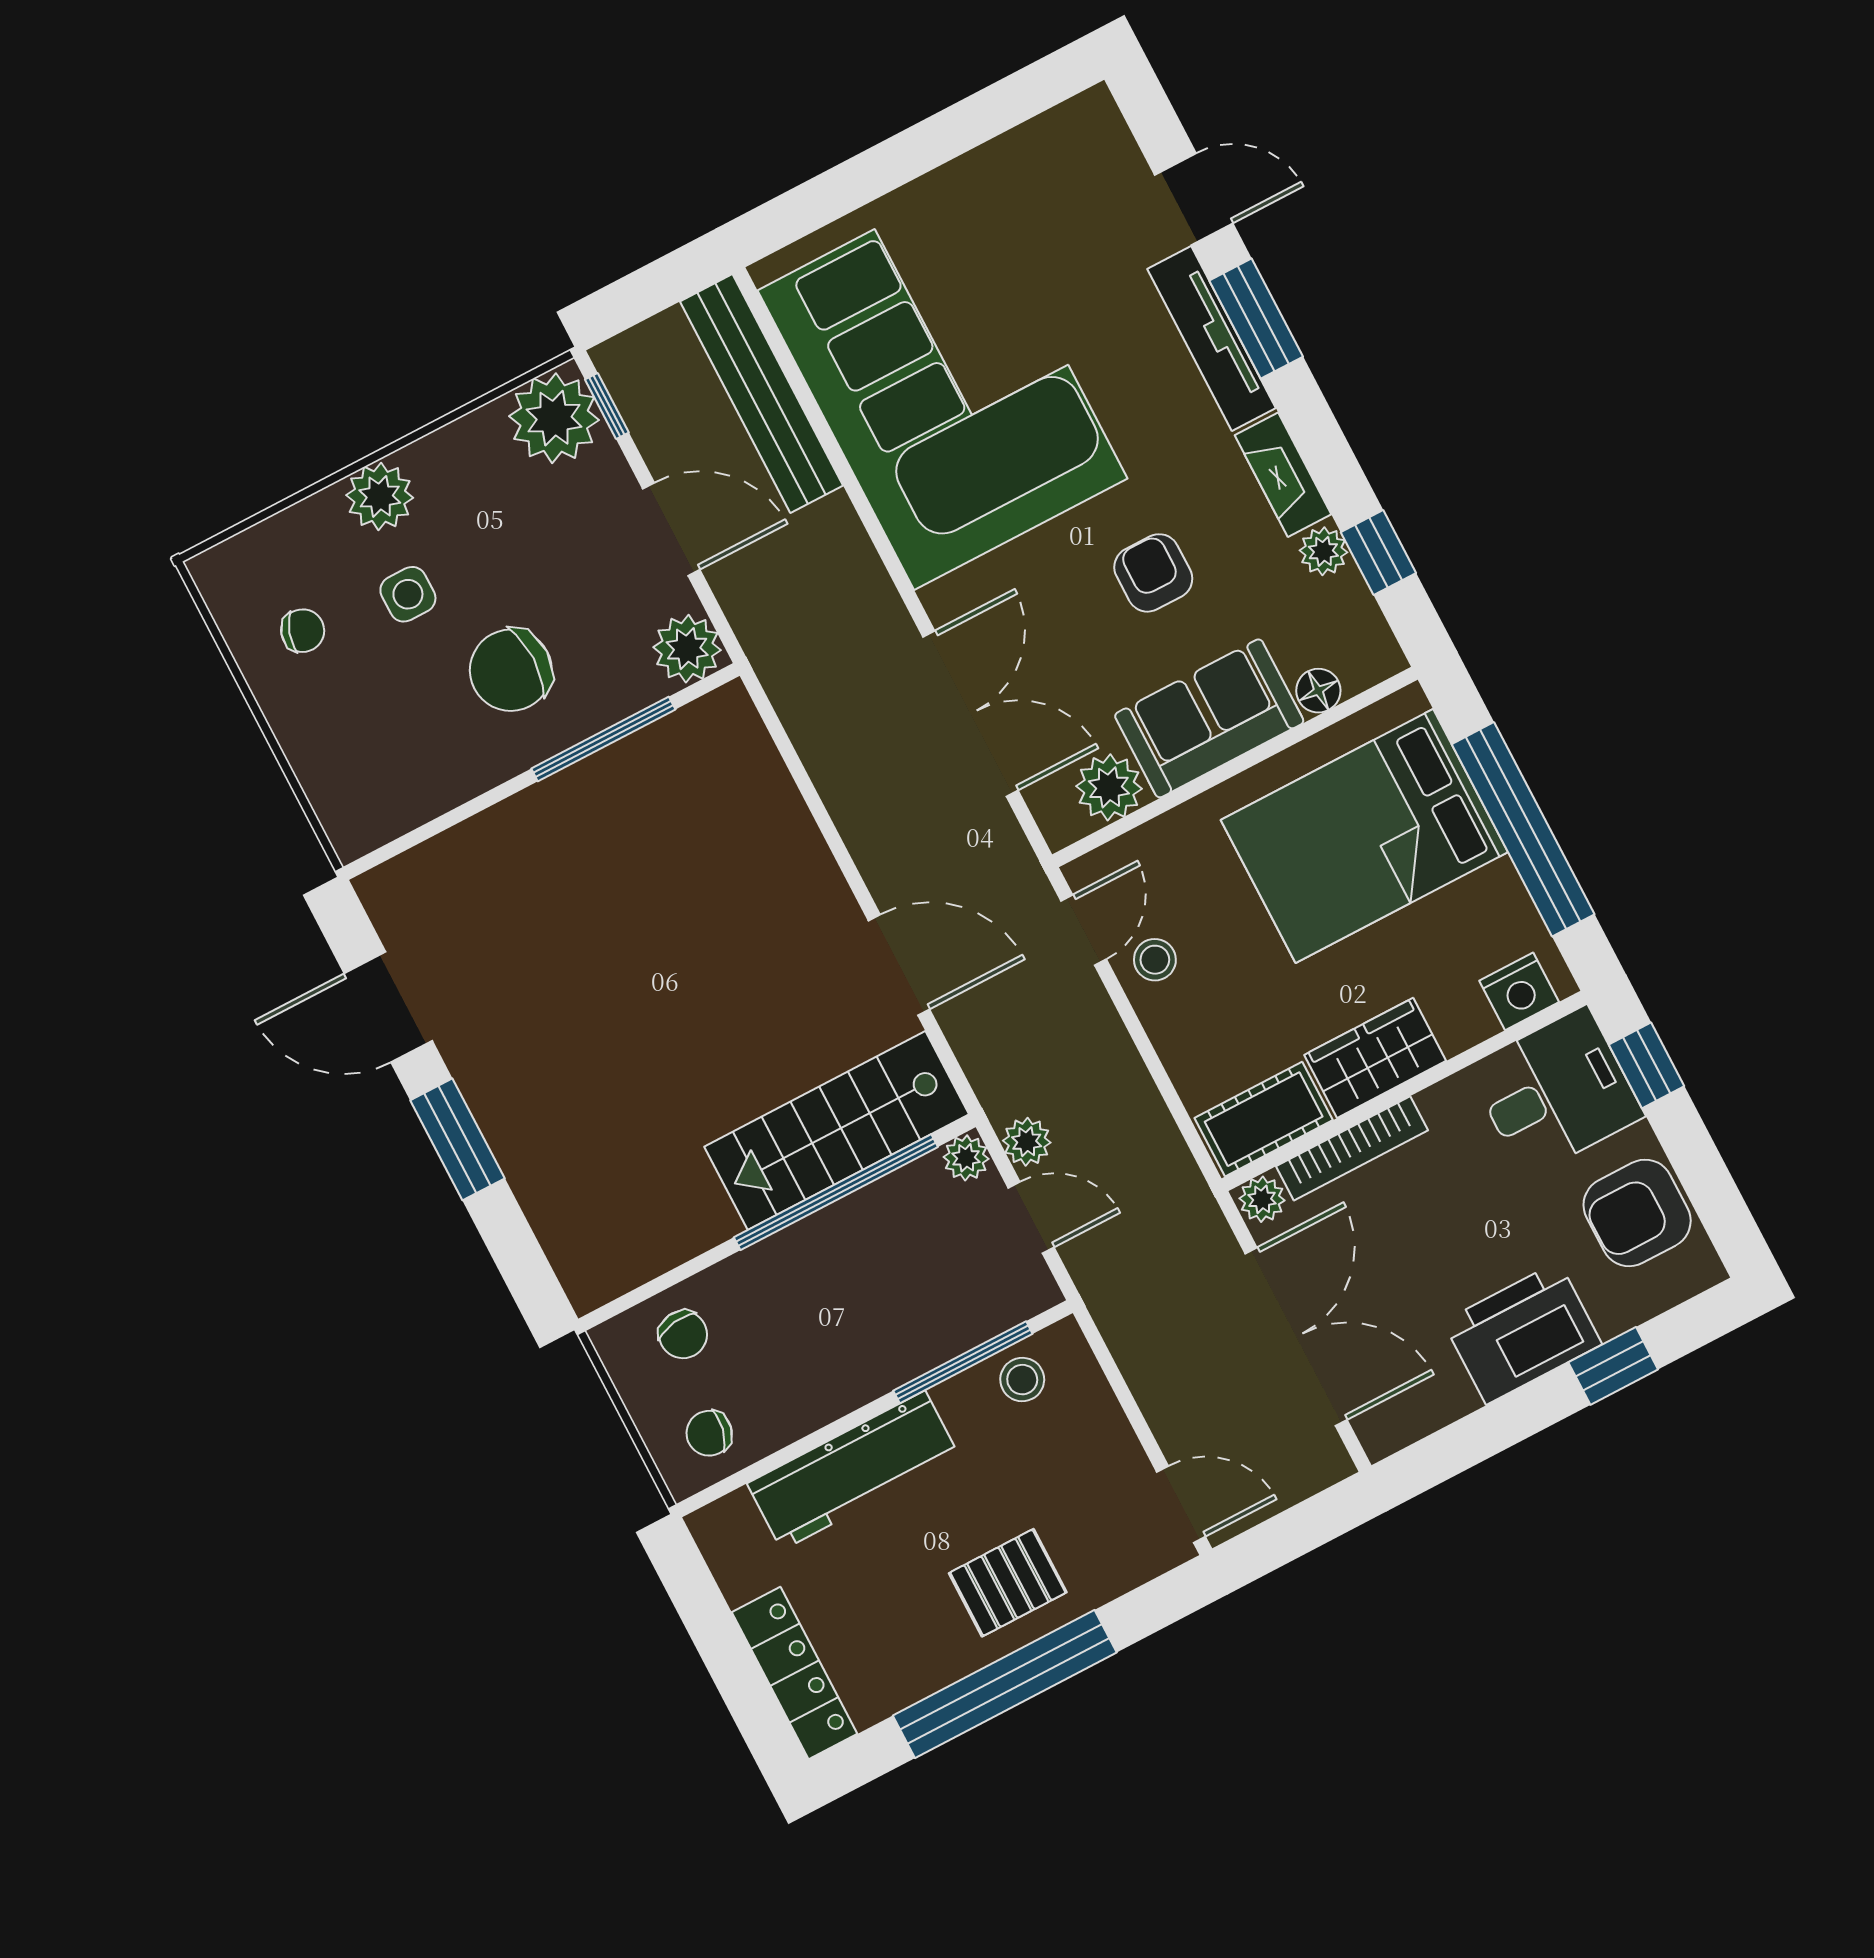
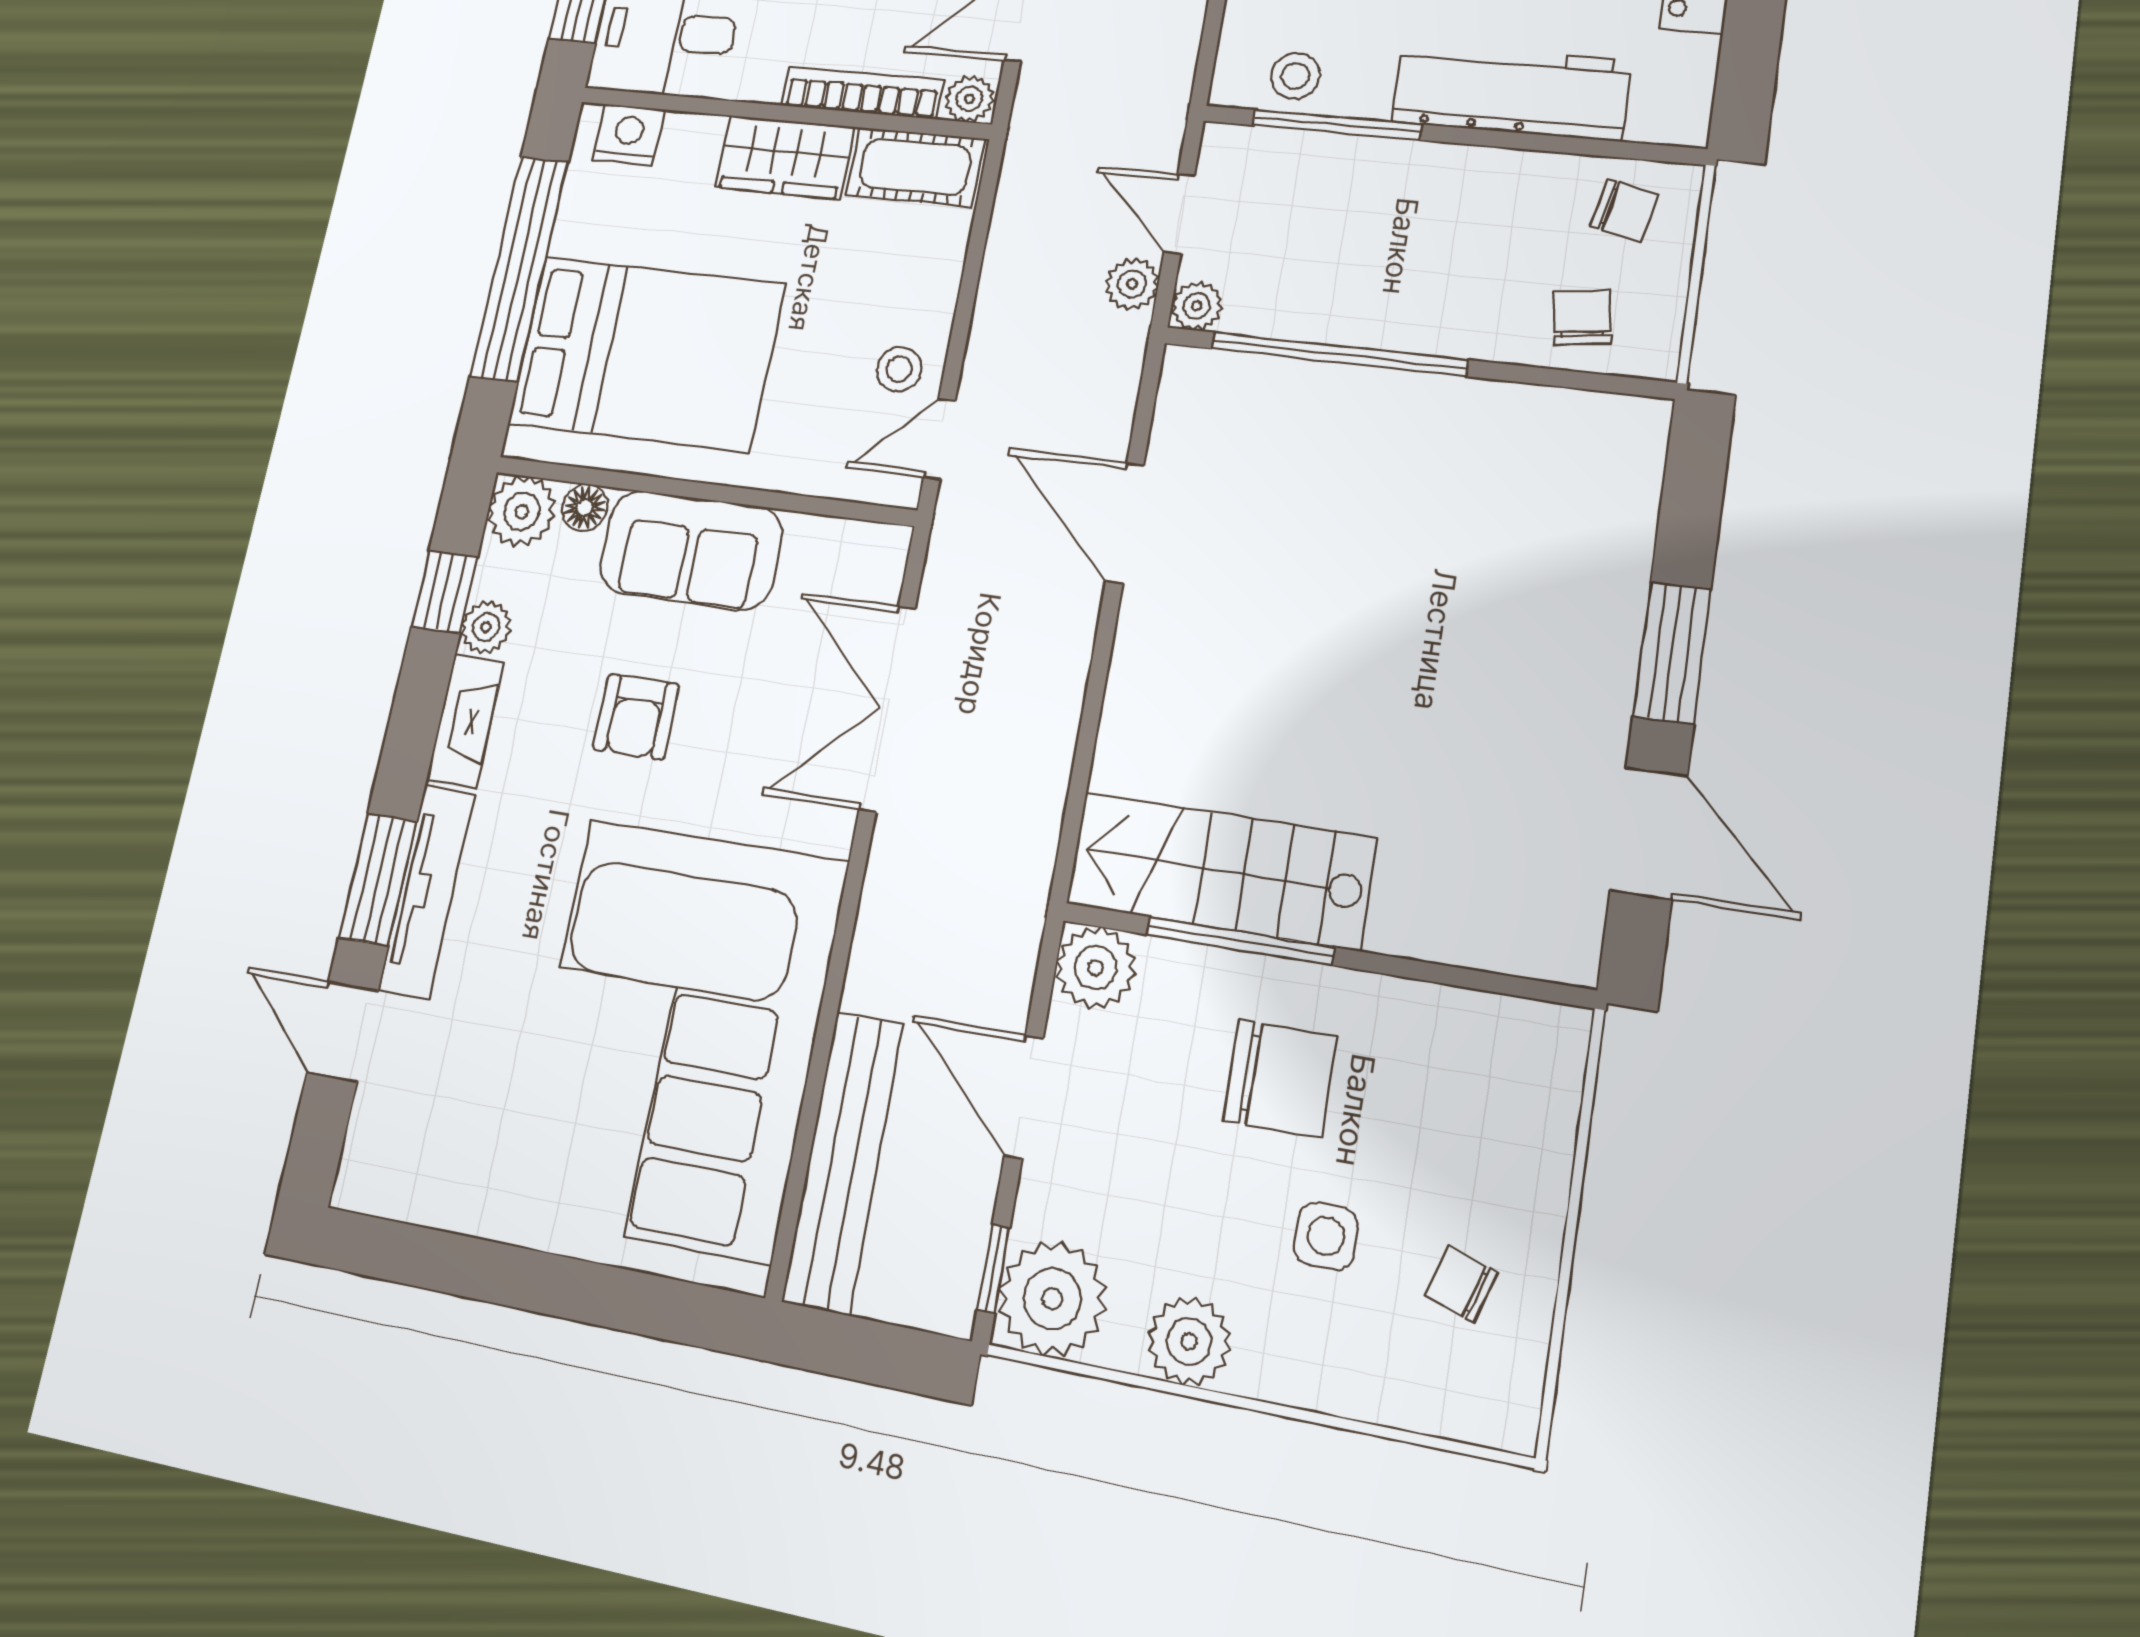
plant: (380, 496) -> (1189, 1341), moved
plant: (1109, 787) -> (522, 511), moved
stairs: (837, 1130) -> (1221, 871), moved, turned 180

